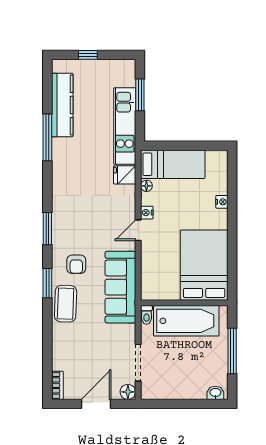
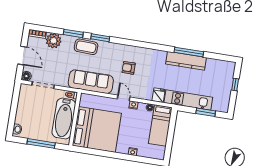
kitchen counter: (62, 105) -> (186, 61), moved
window: (47, 229) -> (73, 33), moved
armchair: (76, 264) -> (129, 68), moved
bed: (204, 265) -> (97, 129), width x1.36
plant: (64, 357) -> (54, 41), added

